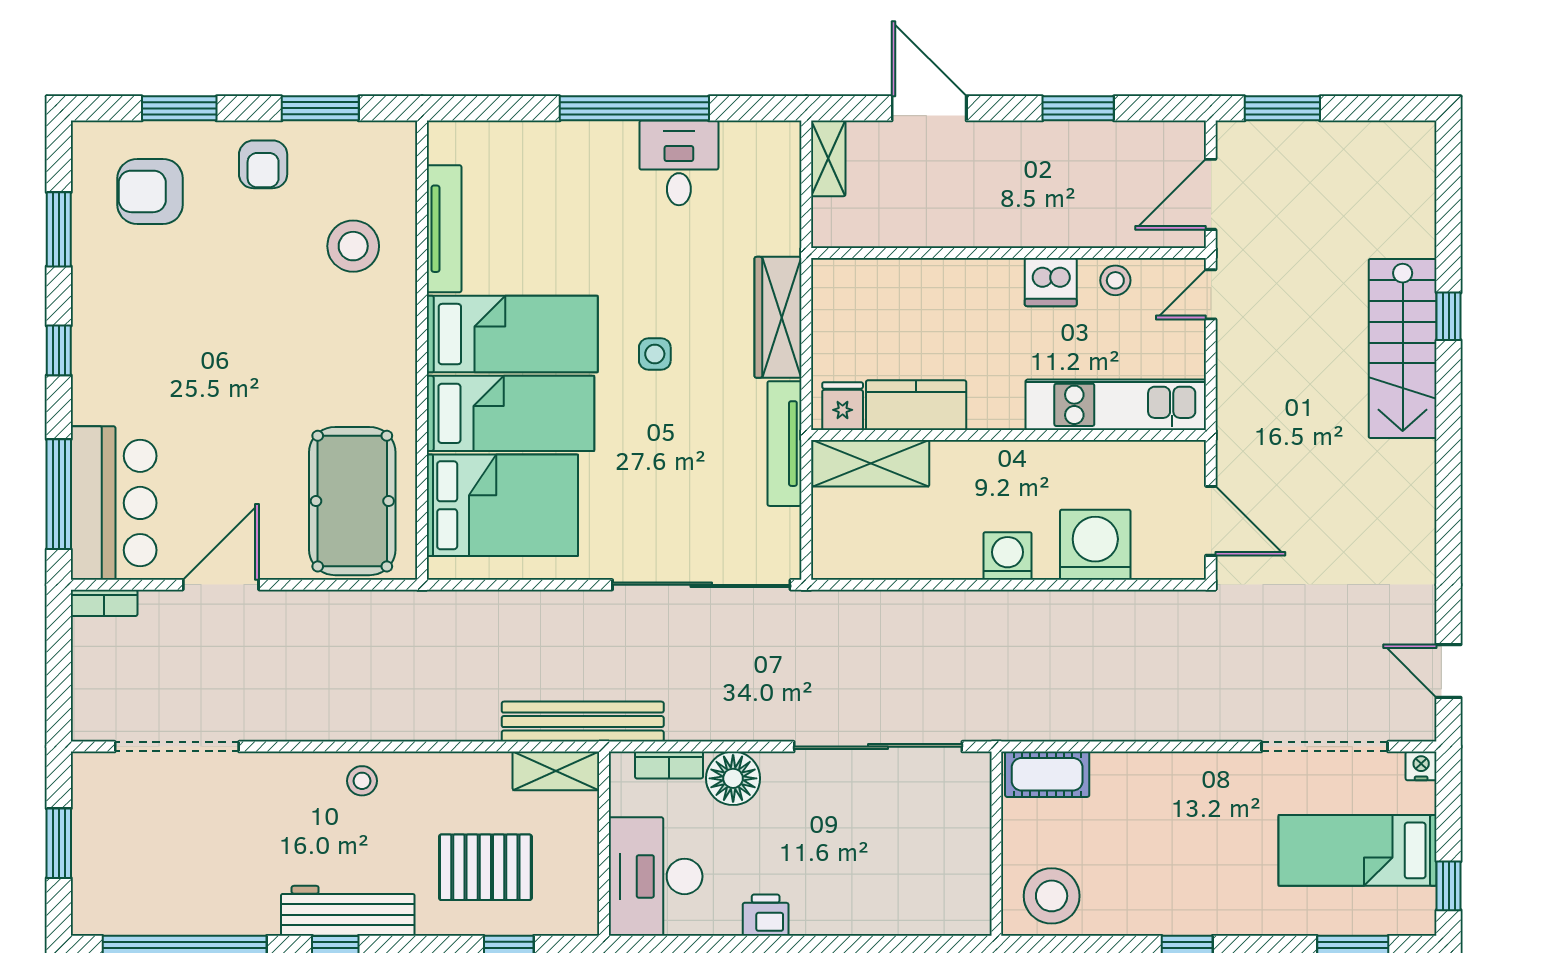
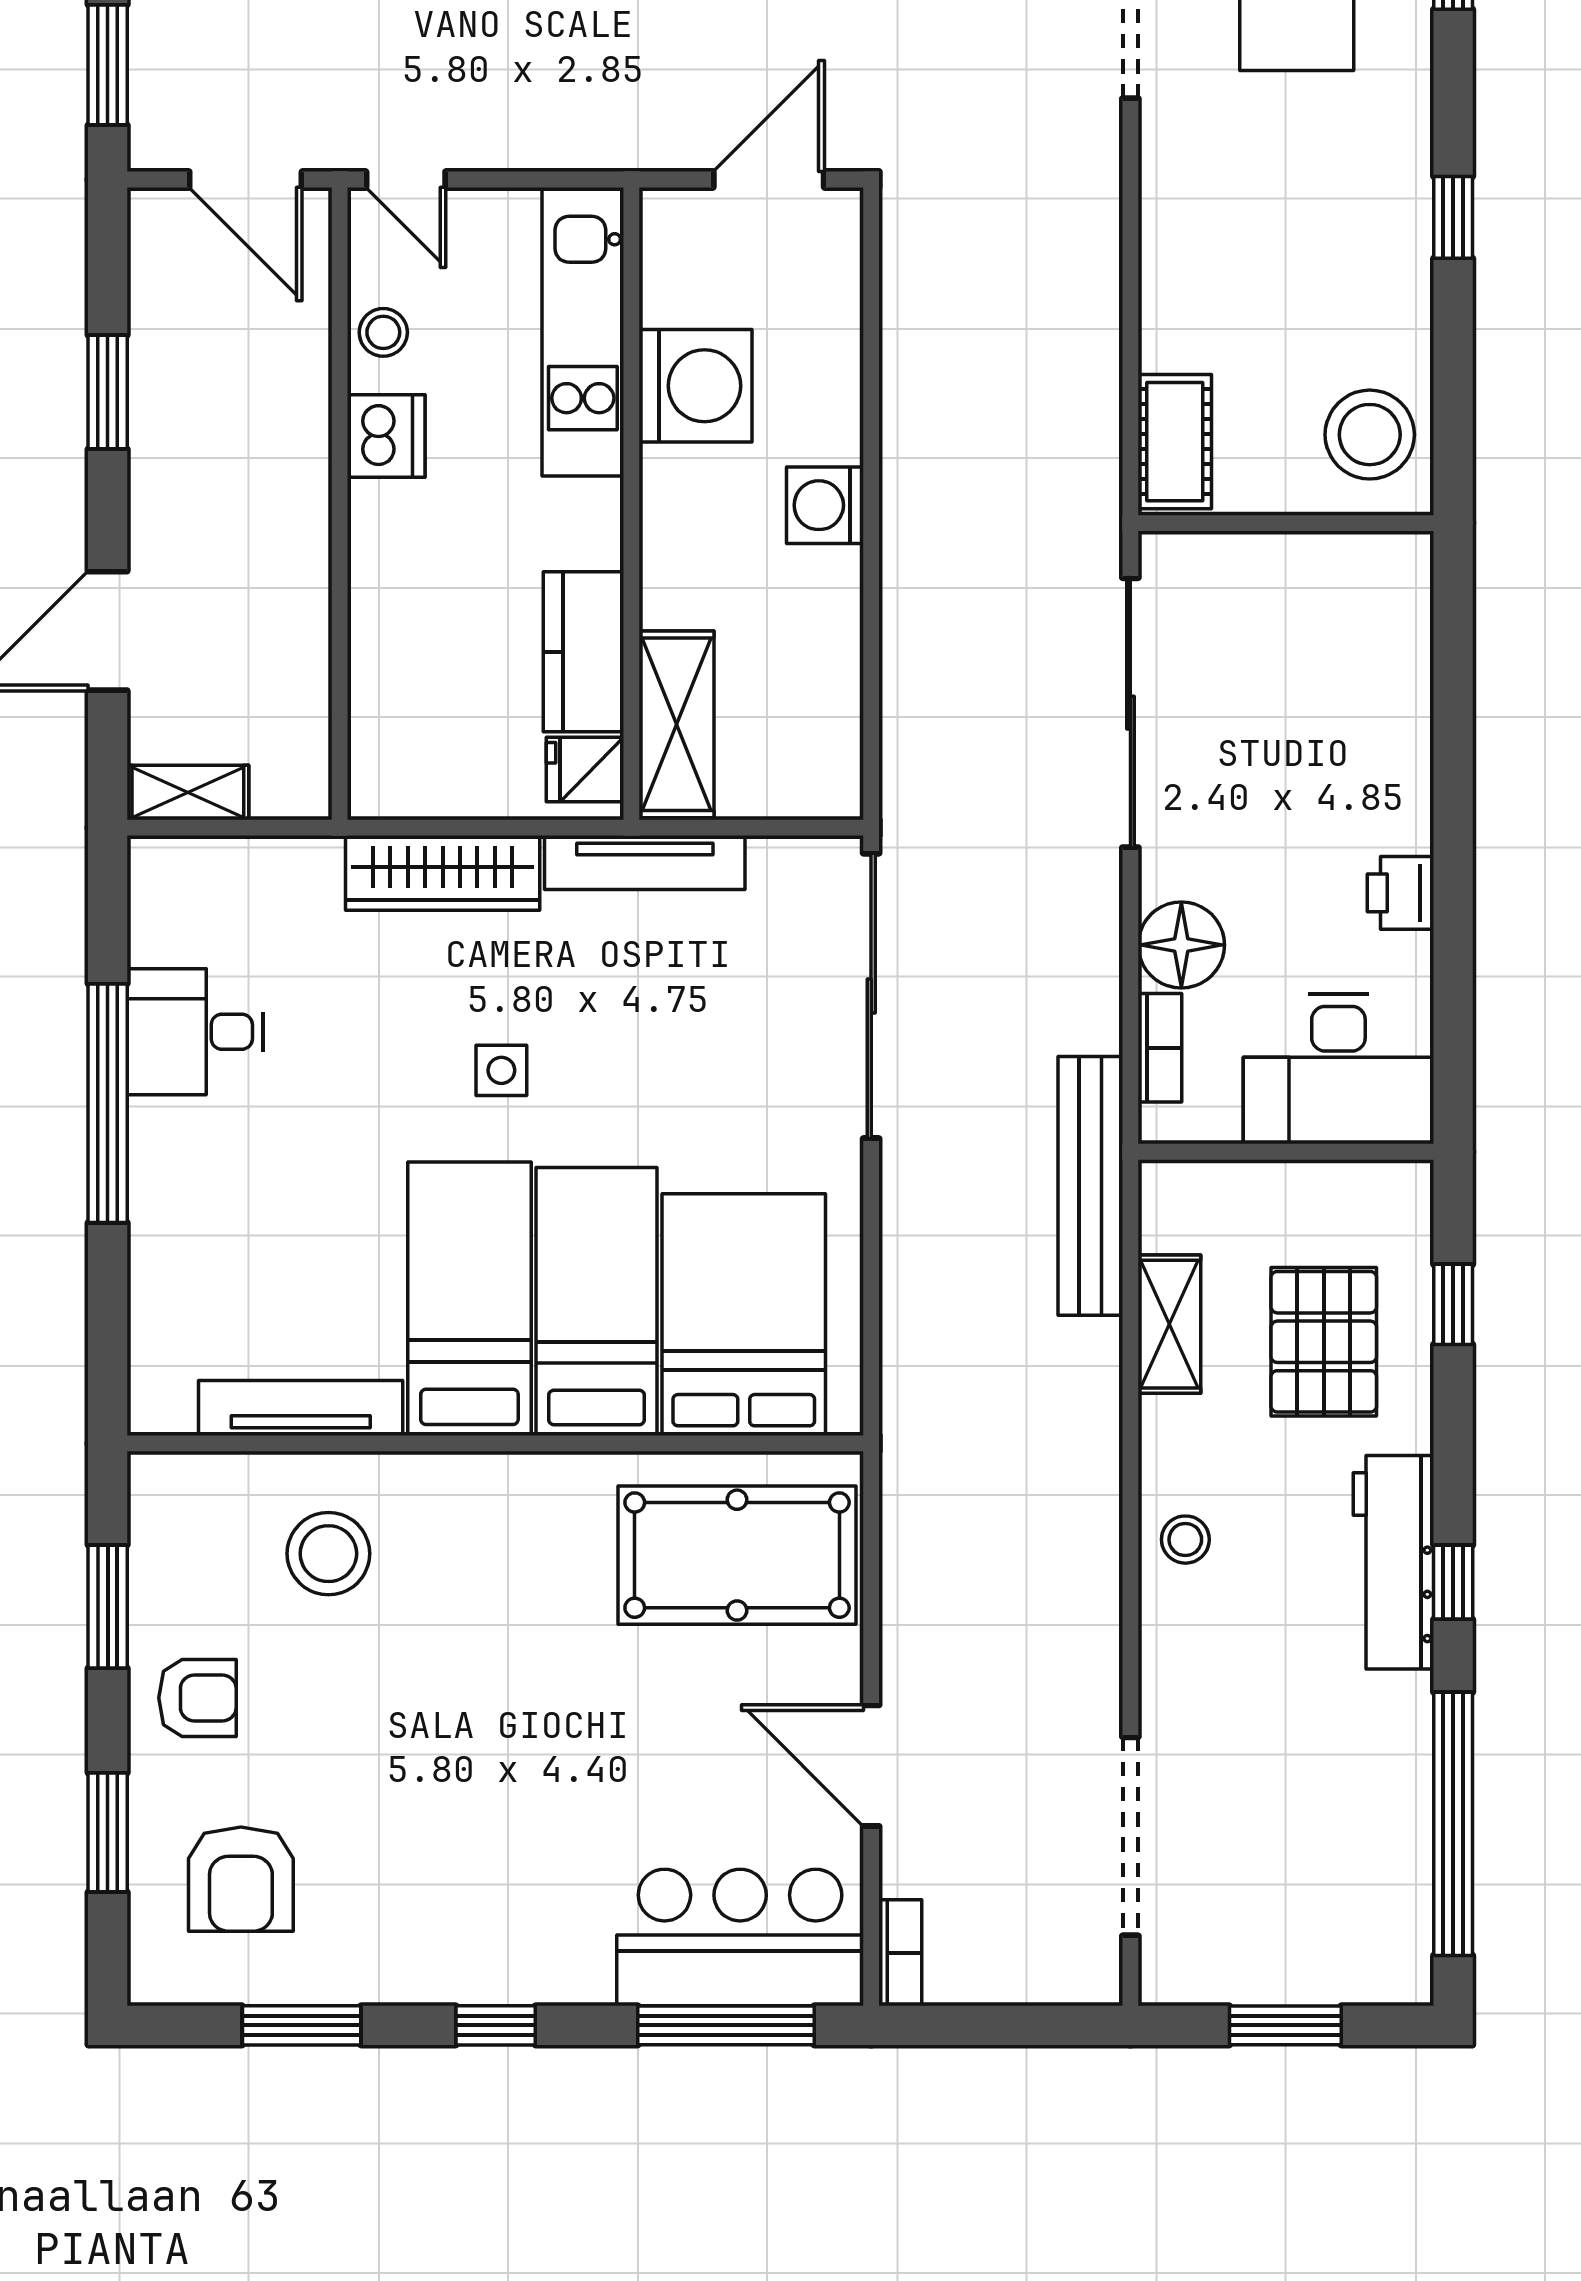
washing machine: (1095, 545) -> (695, 386), moved, turned 180
shelving: (556, 771) -> (1169, 1324), moved

